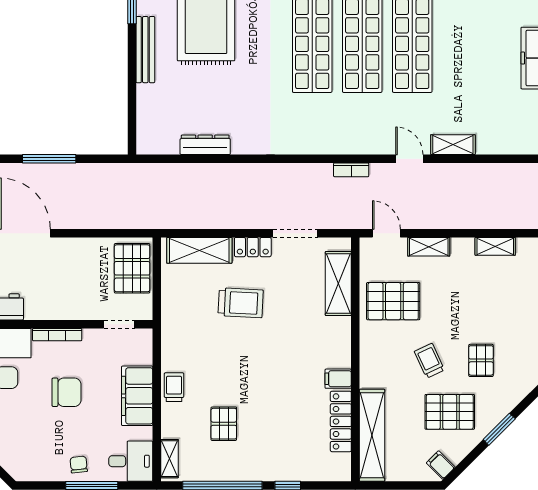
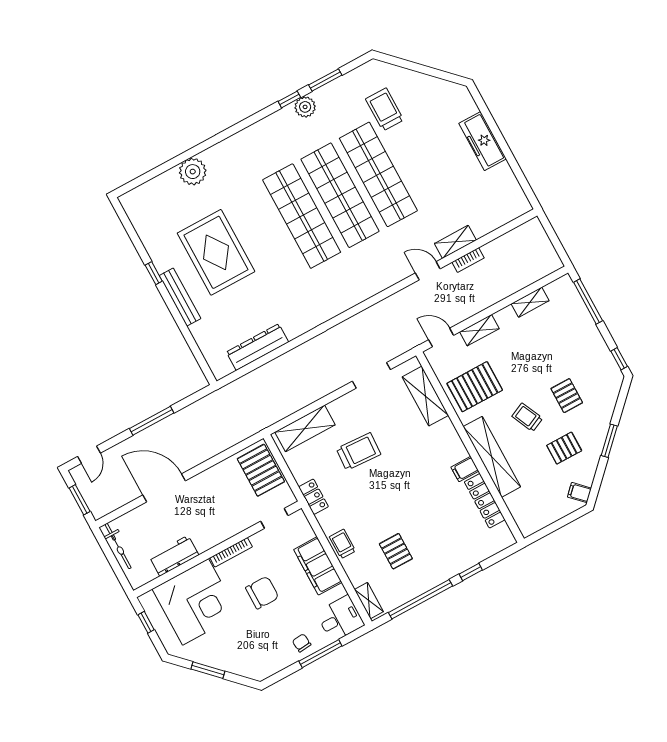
dresser: (205, 145) -> (257, 347), width x1.37, depth x1.24
bookcase: (351, 170) -> (468, 260), moved
locker: (253, 247) -> (313, 497), moved, turned -90
pallet: (450, 412) -> (564, 448), width x0.67, depth x0.71
shelving: (372, 435) -> (492, 457), moved

